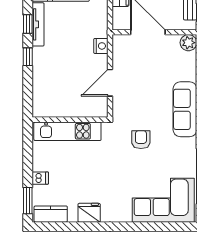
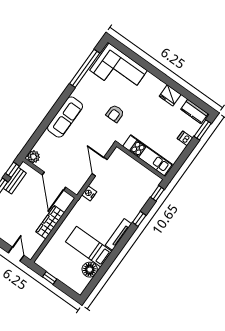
window: (28, 24) -> (157, 193), moved
door: (110, 83) -> (100, 167), swing flipped
armchair: (141, 140) -> (115, 114), moved

